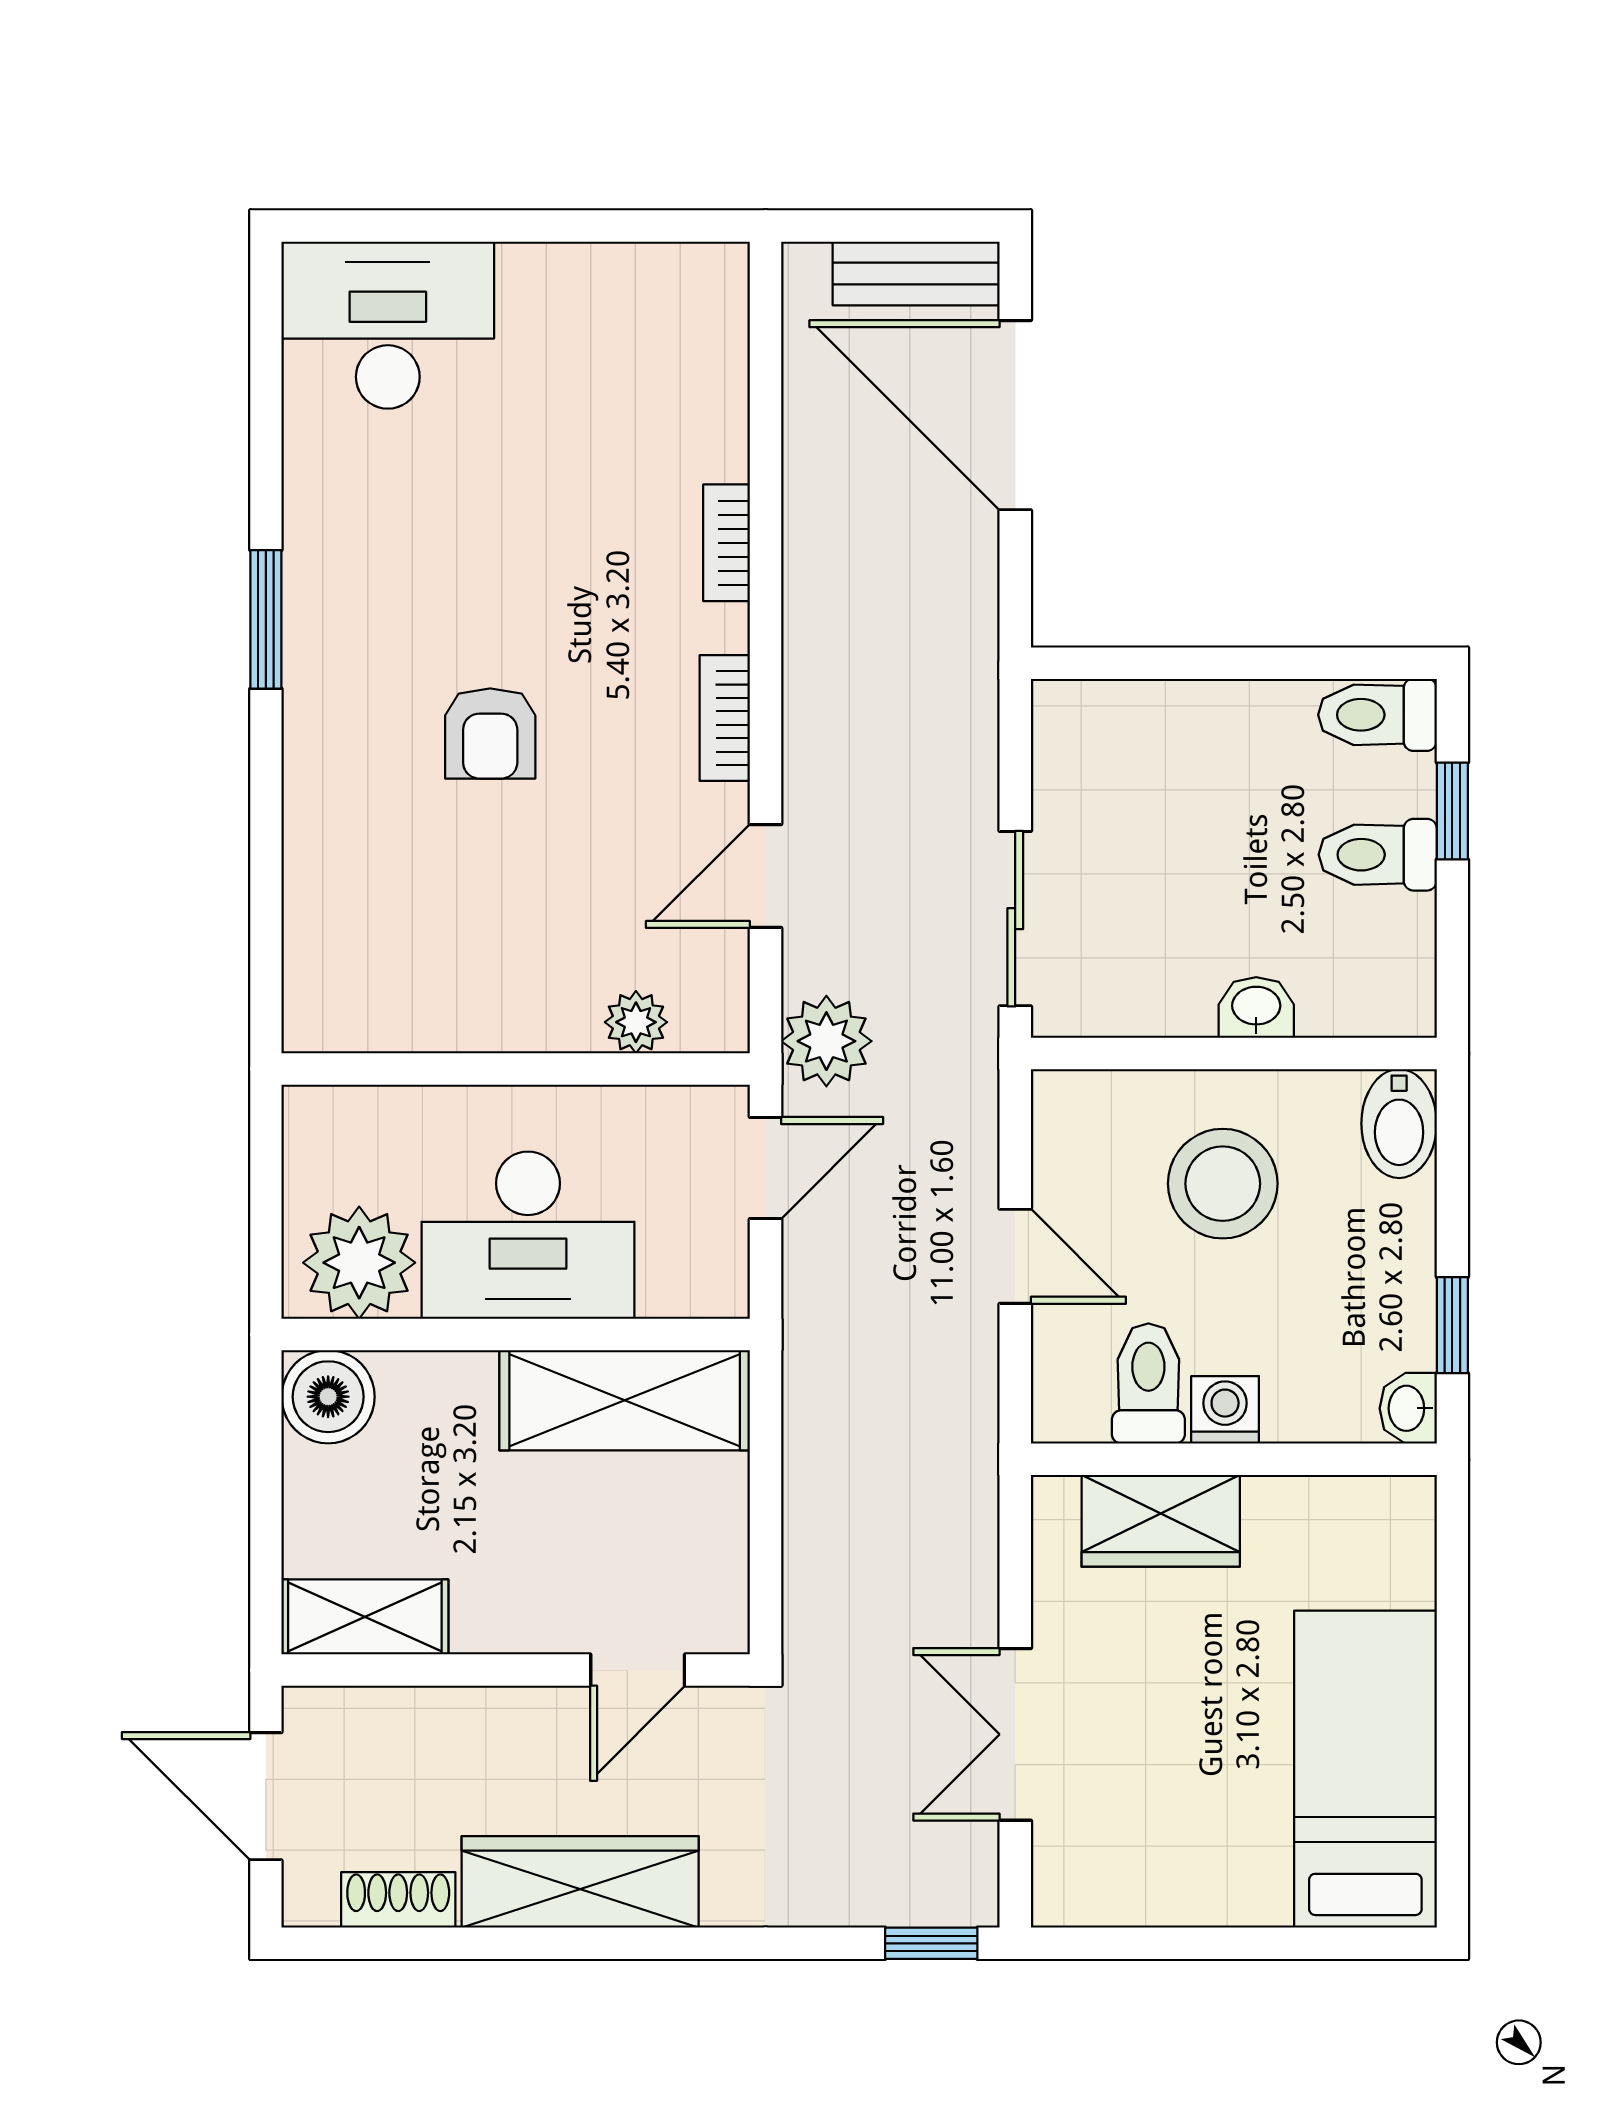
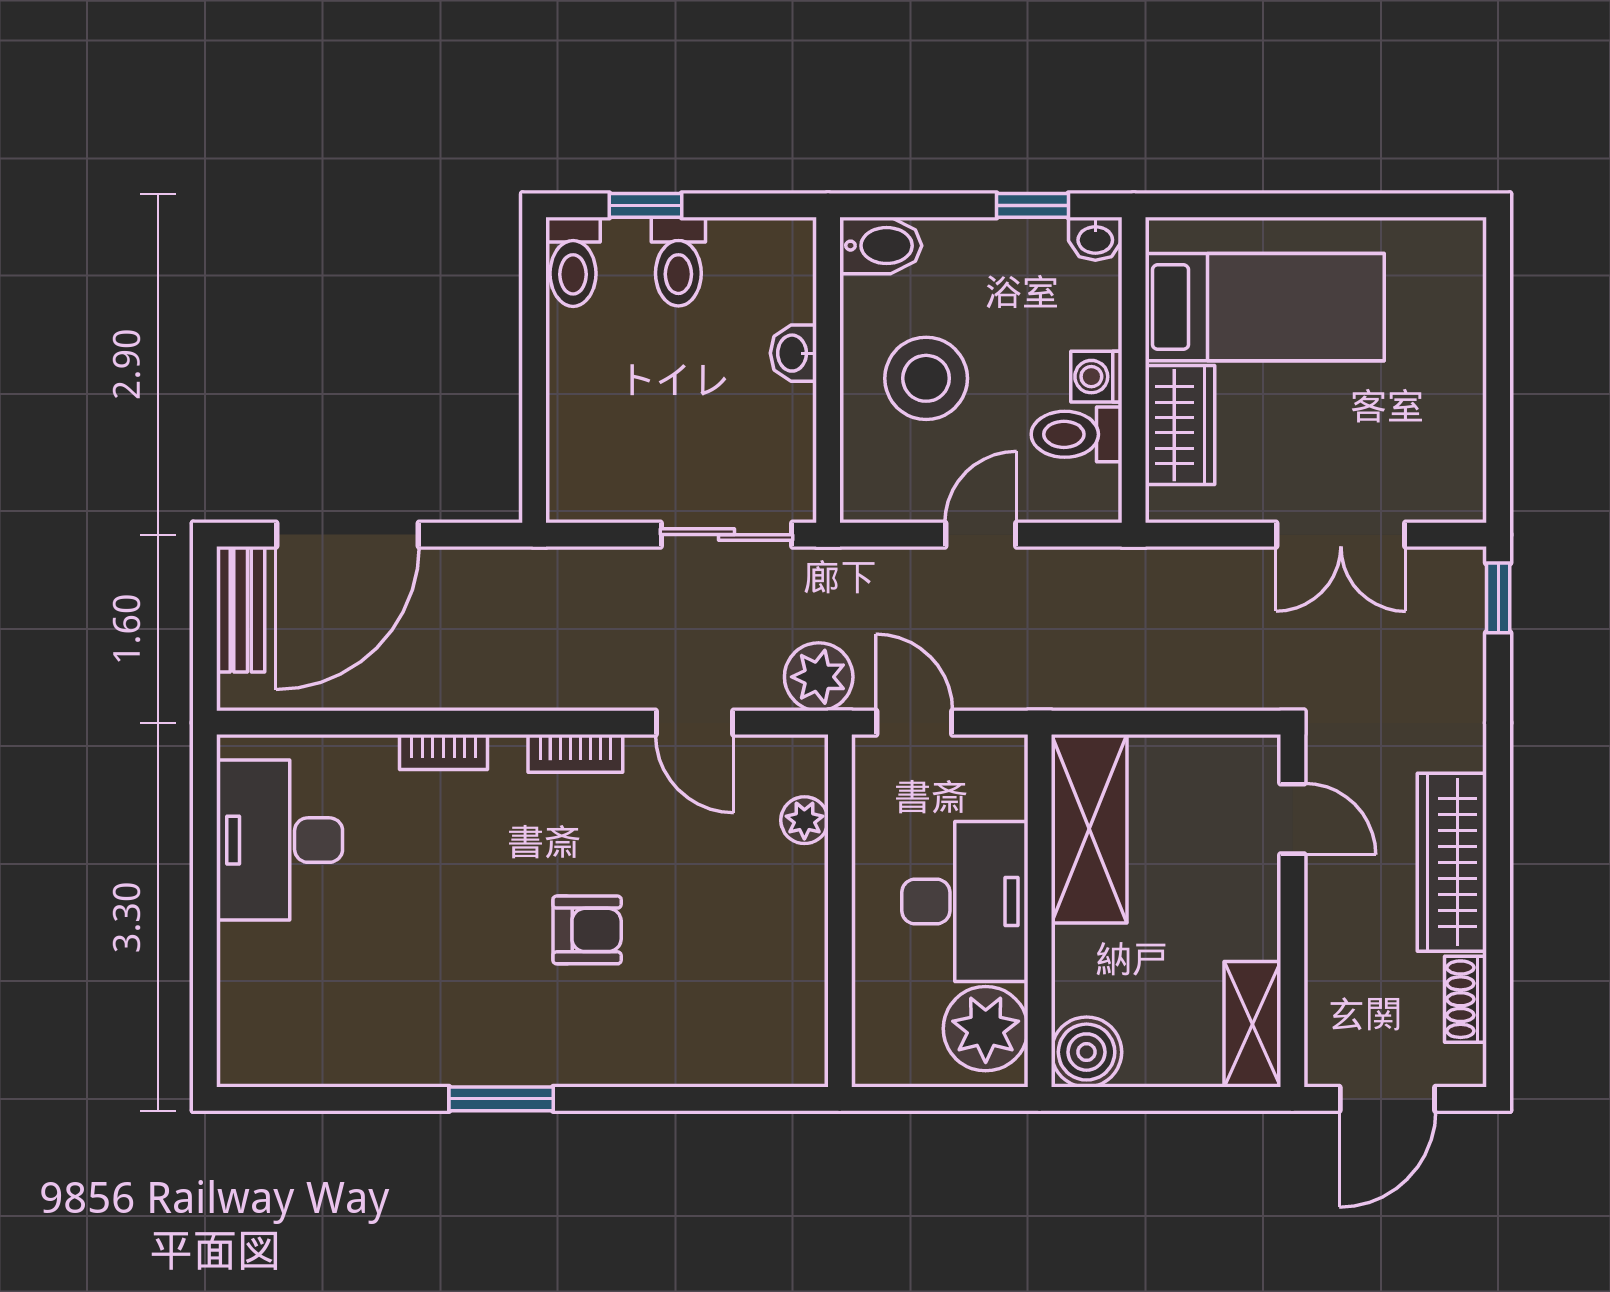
desk: (388, 325) -> (280, 840), moved
bed: (1365, 1769) -> (1265, 307), moved, turned 180

